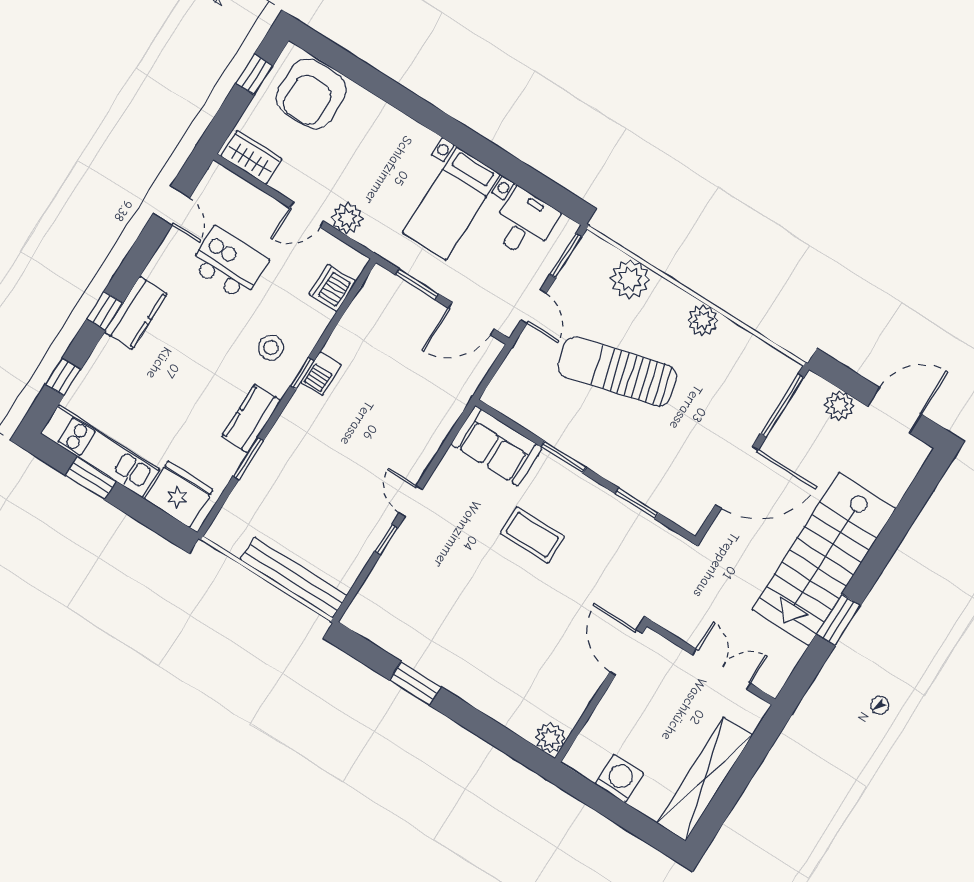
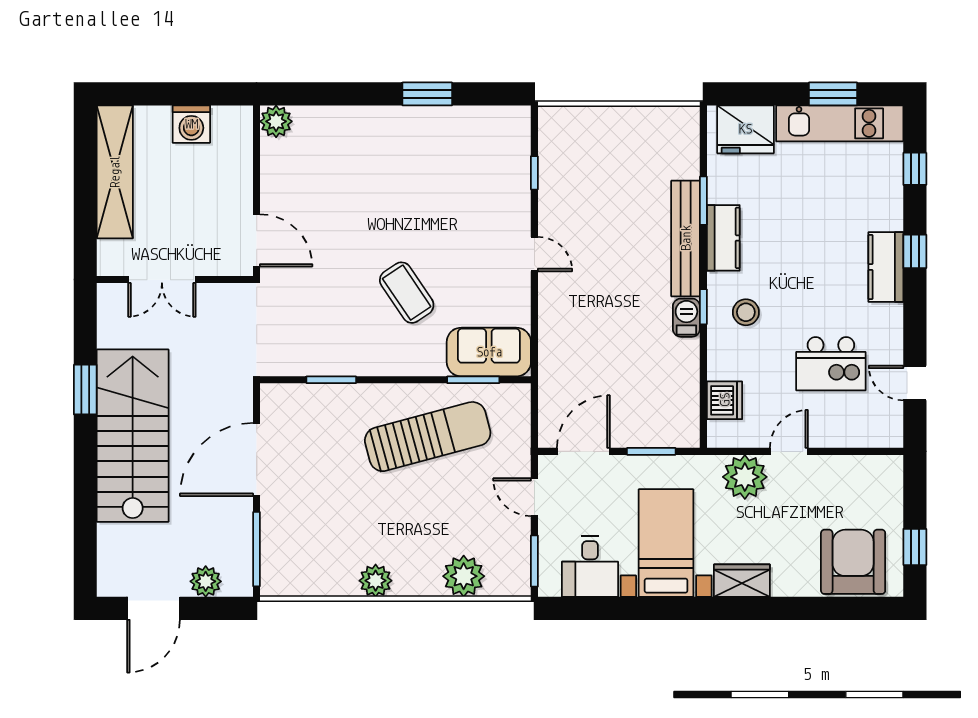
wardrobe: (251, 157) -> (742, 581), moved, turned 180
plant: (347, 218) -> (745, 477), width x1.36, depth x1.36
sun lounger: (617, 371) -> (428, 437), moved
window: (564, 457) -> (473, 380), moved
coffee table: (532, 535) -> (407, 293), turned 56
window: (386, 540) -> (534, 173), moved
bench: (294, 578) -> (686, 238), moved, turned 90

